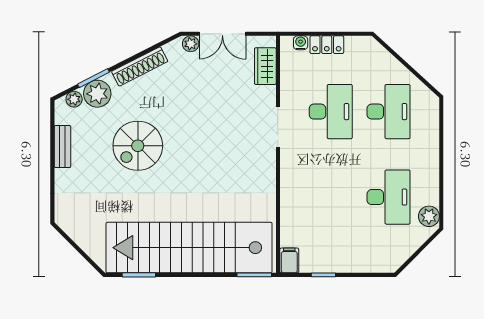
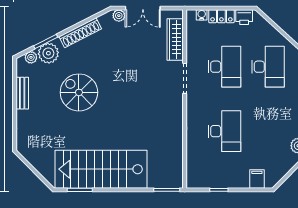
printer: (357, 46) -> (244, 17), added
wardrobe: (265, 66) -> (175, 39), width x1.50
spiral stairs: (138, 146) -> (79, 92), turned 90
desk: (389, 197) -> (224, 131), moved
stairs: (189, 248) -> (101, 169), width x0.73
filing cabinet: (289, 260) -> (257, 179), moved

